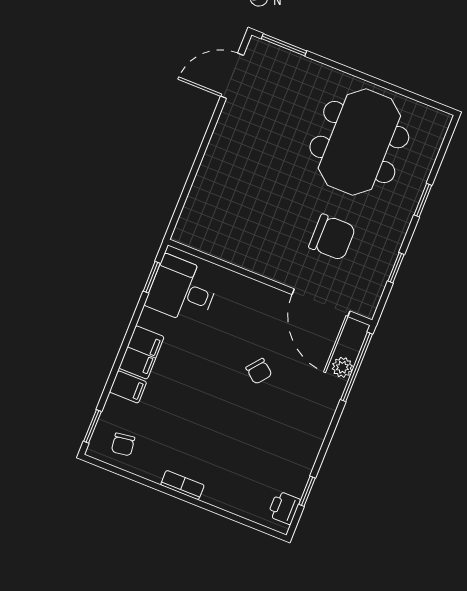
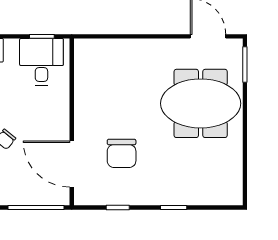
meeting table: (359, 142) -> (201, 103), moved
door: (321, 303) -> (72, 164), hinge flipped
plant: (342, 367) -> (32, 198), removed

